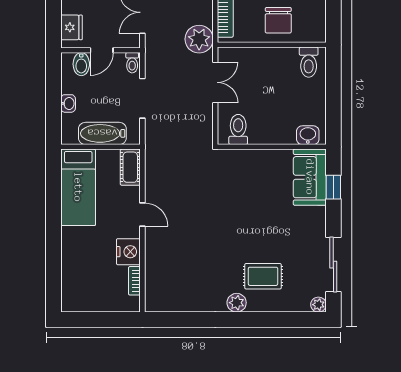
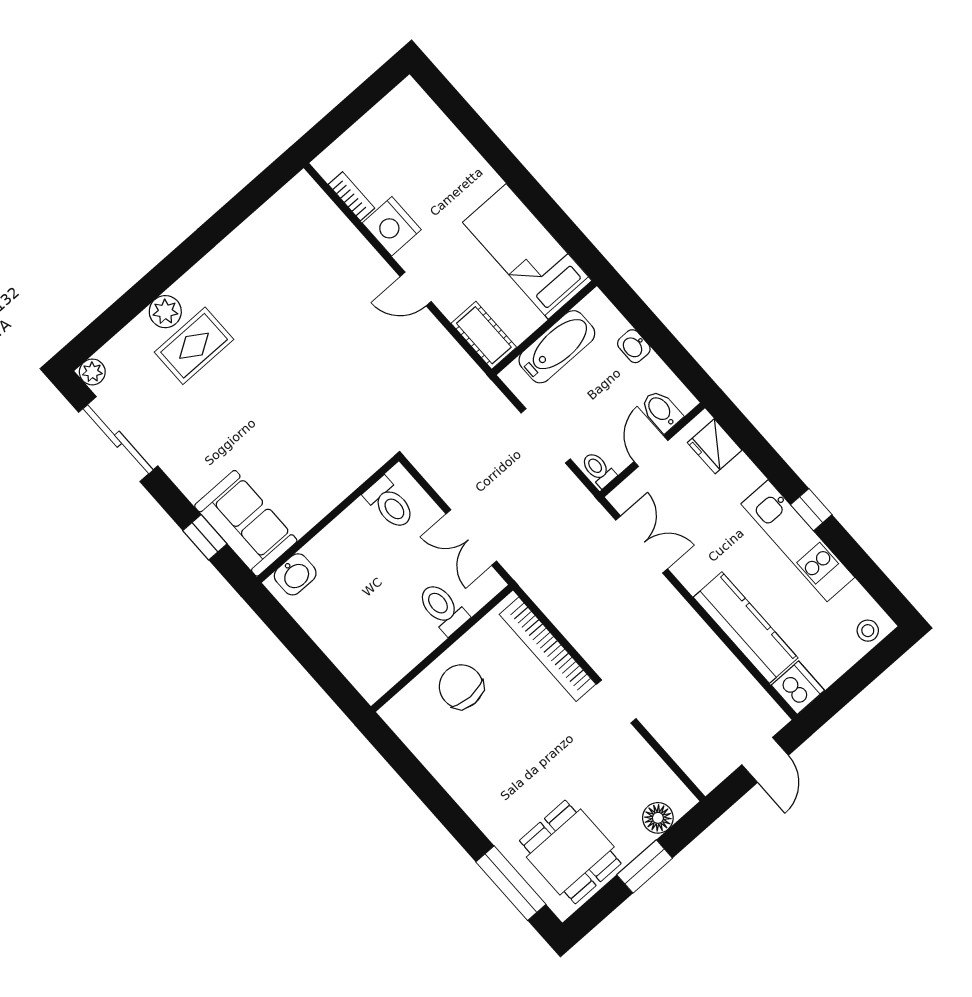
plant: (199, 39) -> (540, 574), removed
toilet: (309, 62) -> (443, 608), moved
plant: (237, 303) -> (165, 312), moved

